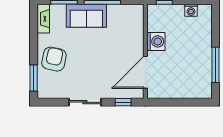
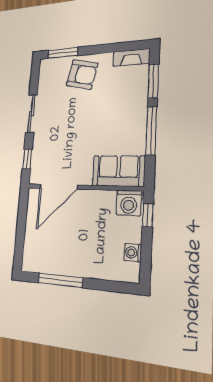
sofa: (86, 16) -> (118, 171), moved, turned 90
washing machine: (156, 41) -> (129, 203), moved
door: (145, 72) -> (59, 187), swing flipped

